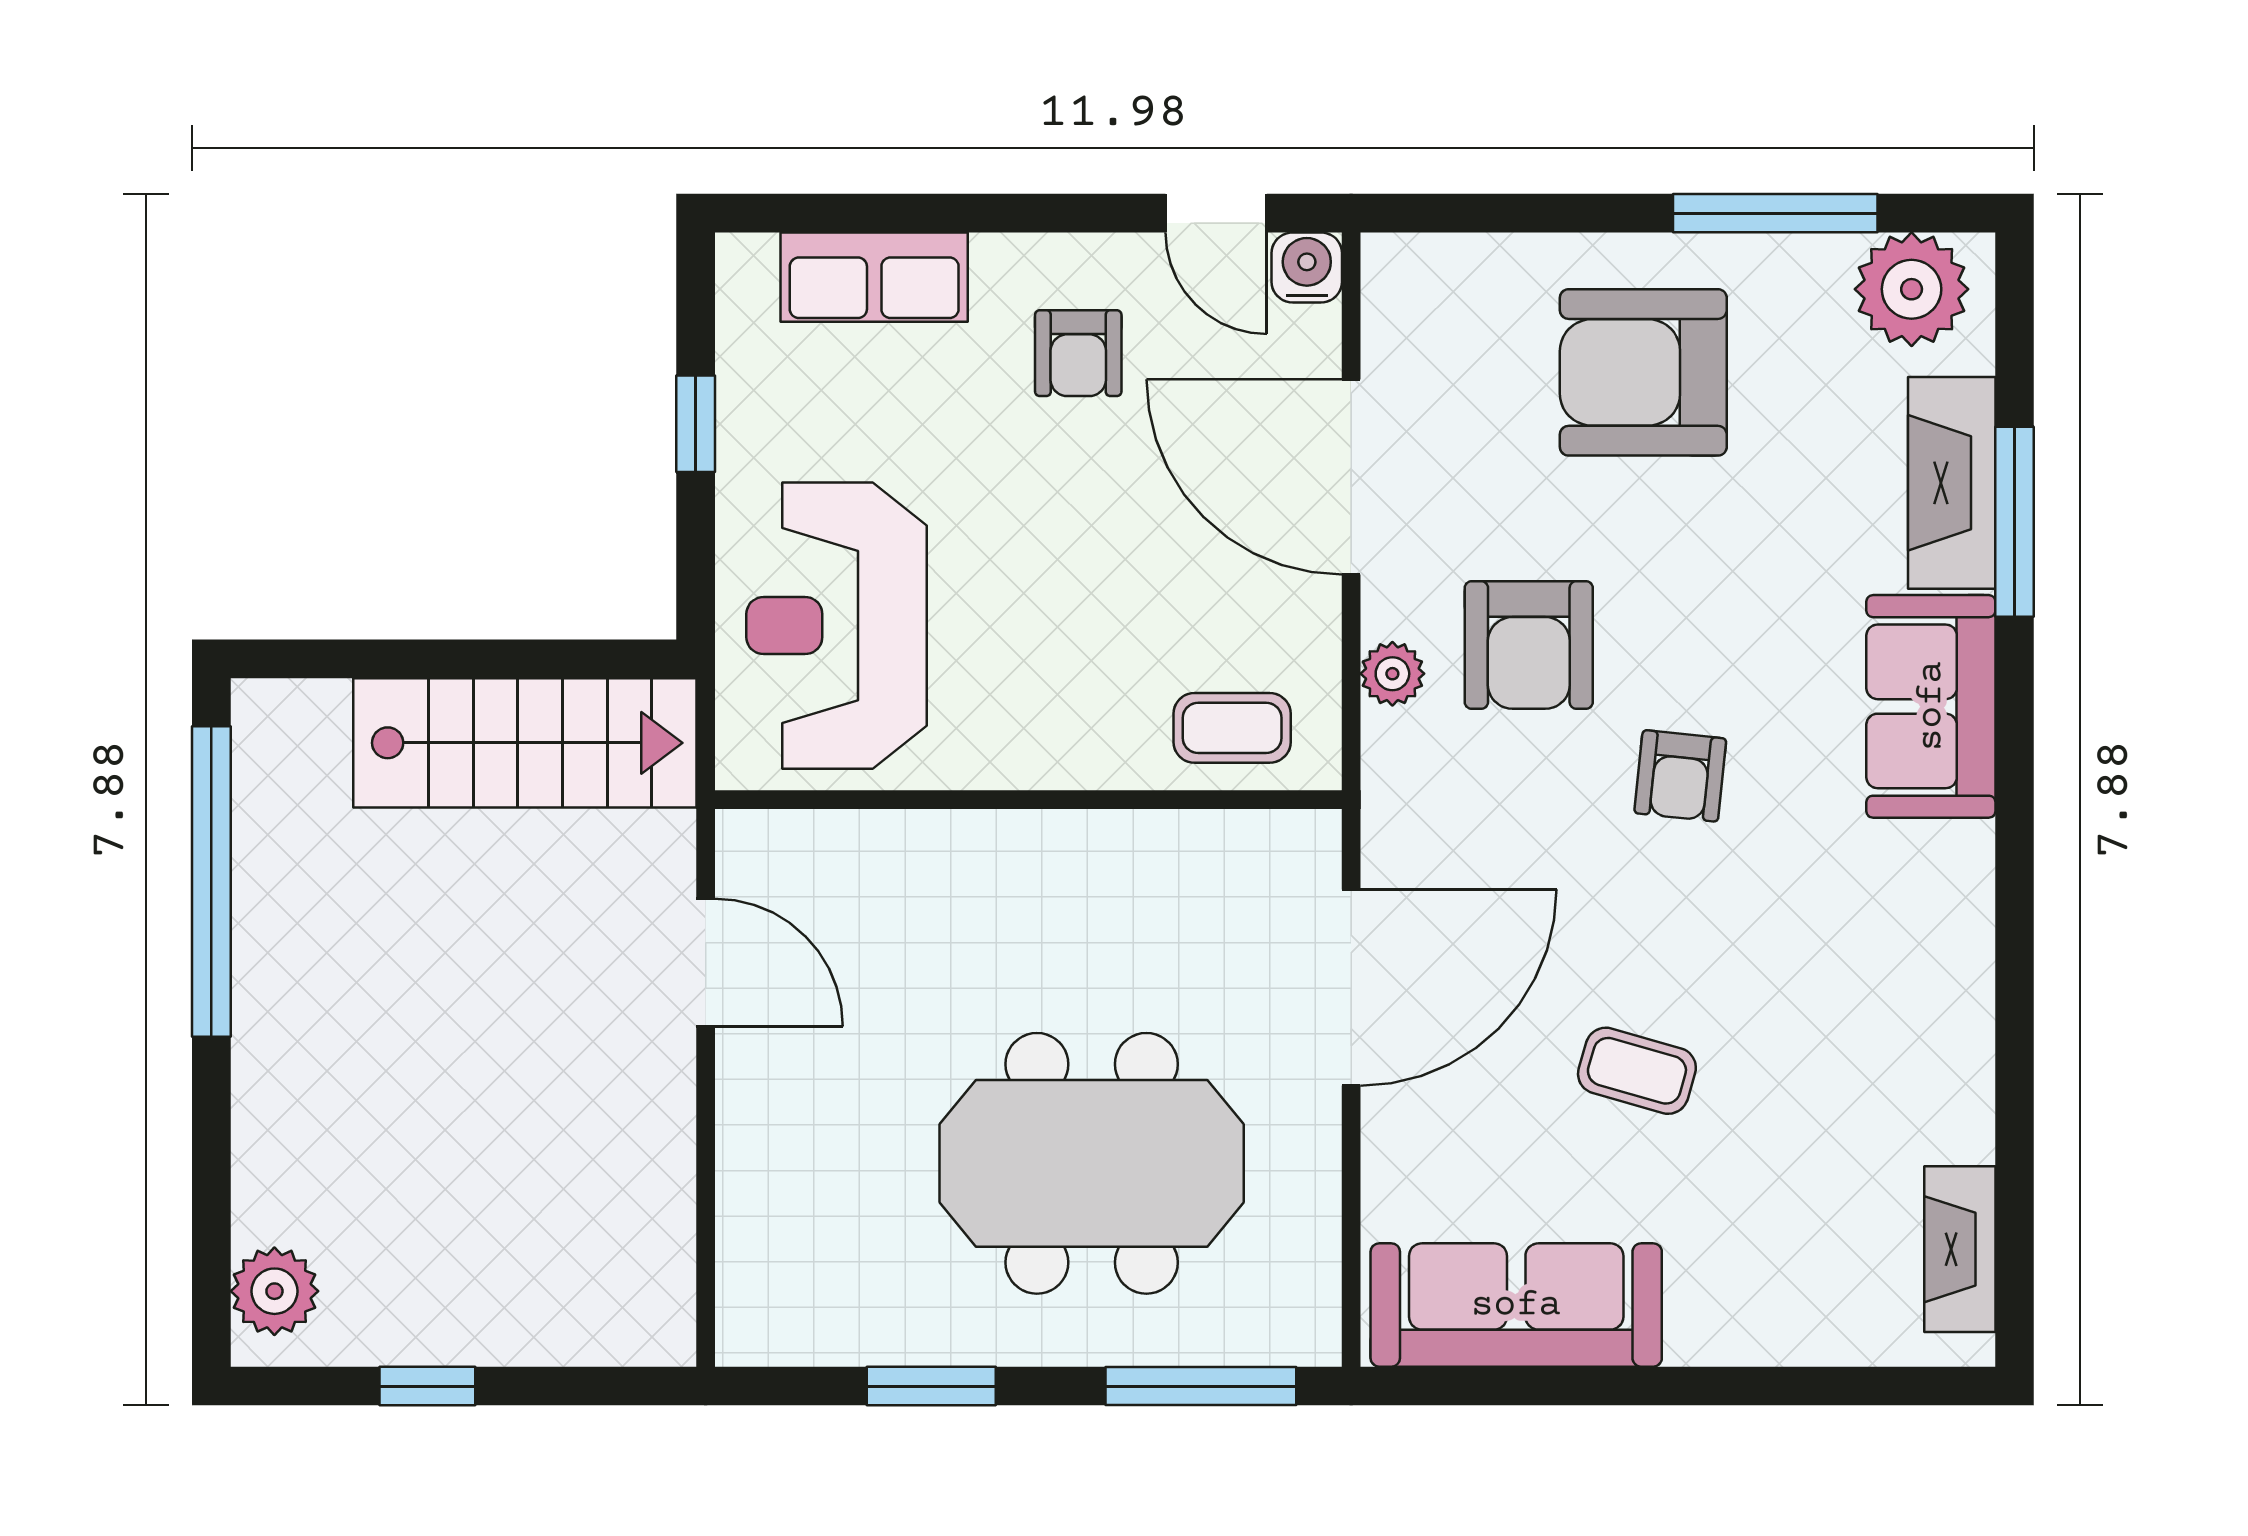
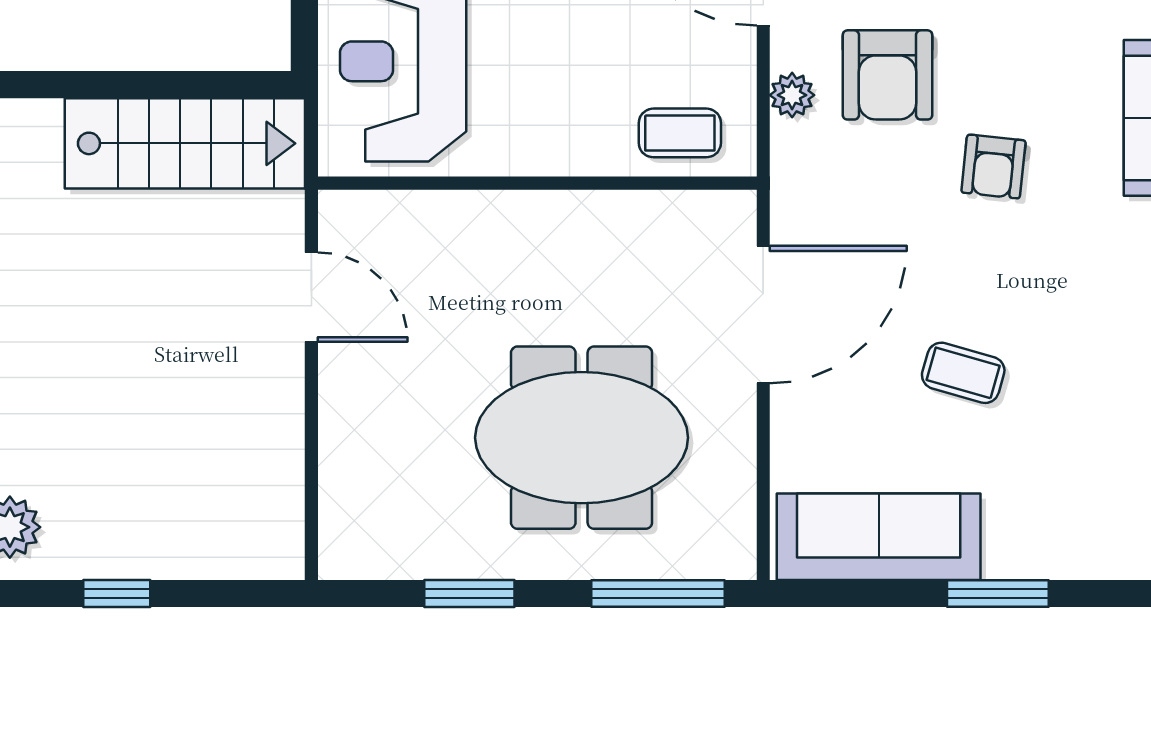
window: (1687, 1386) -> (998, 593), added

